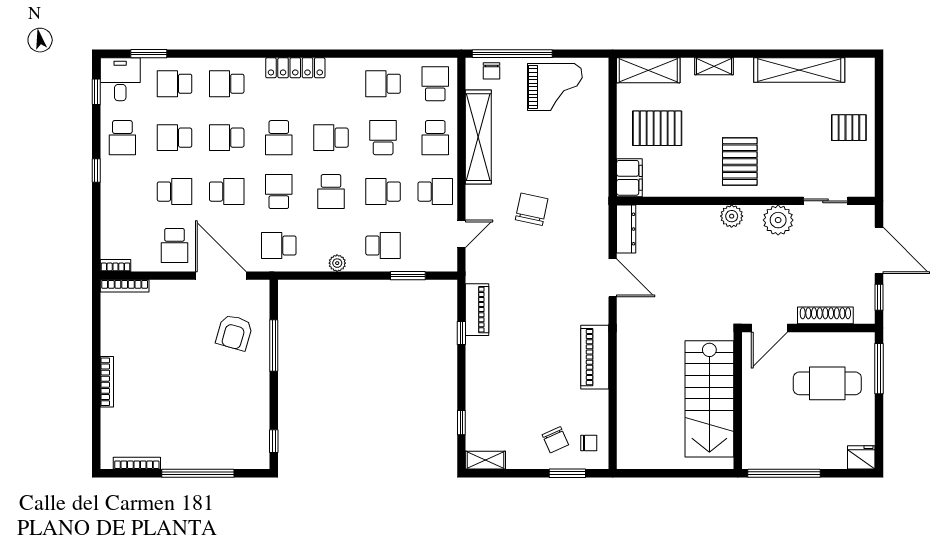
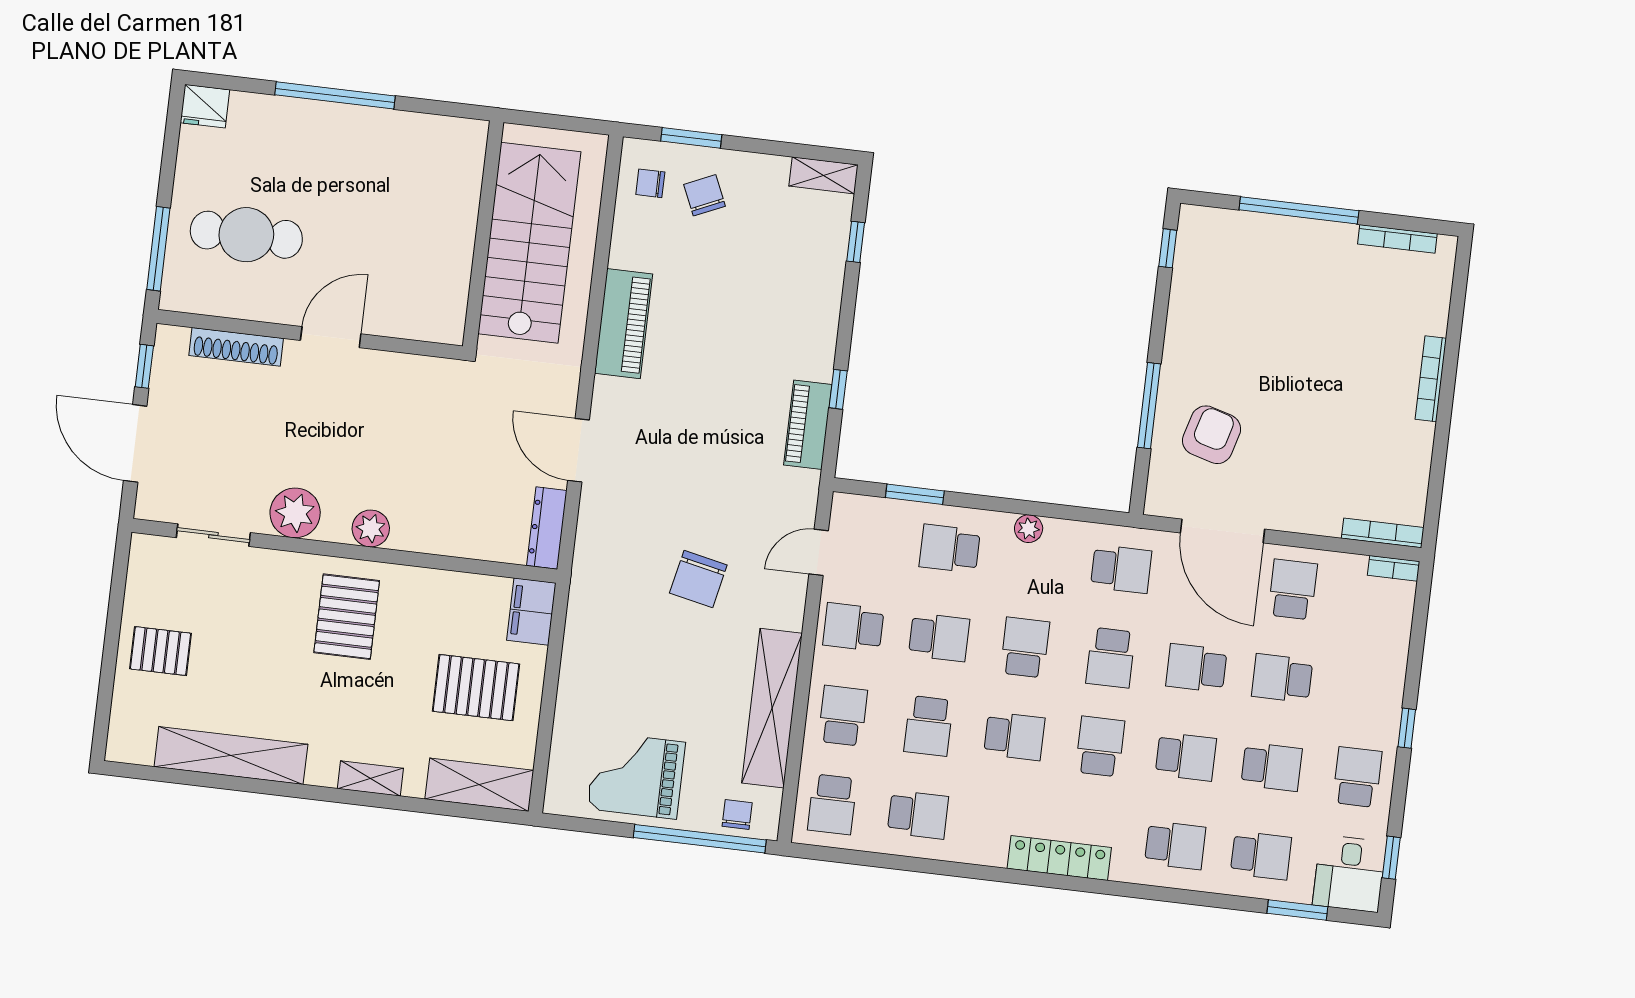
stairs: (709, 399) -> (529, 243), moved
wall: (738, 401) -> (483, 234), moved

